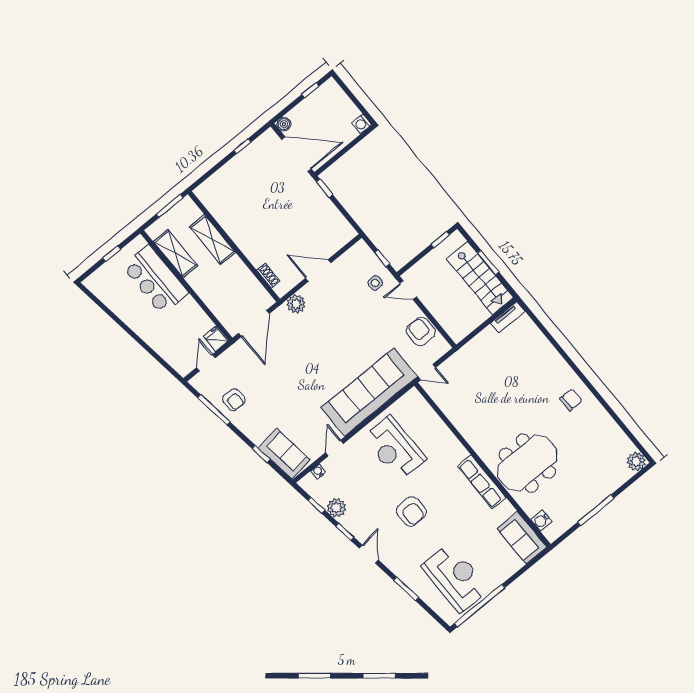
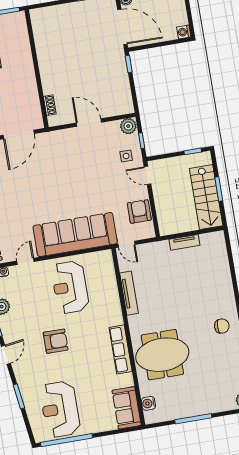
shelving: (212, 240) -> (24, 54), removed
plant: (296, 304) -> (128, 126), moved
tv unit: (508, 317) -> (184, 242), moved
tv unit: (458, 420) -> (129, 293), added
armchair: (411, 511) -> (56, 341), turned -90
reception desk: (455, 578) -> (60, 409), turned 180

